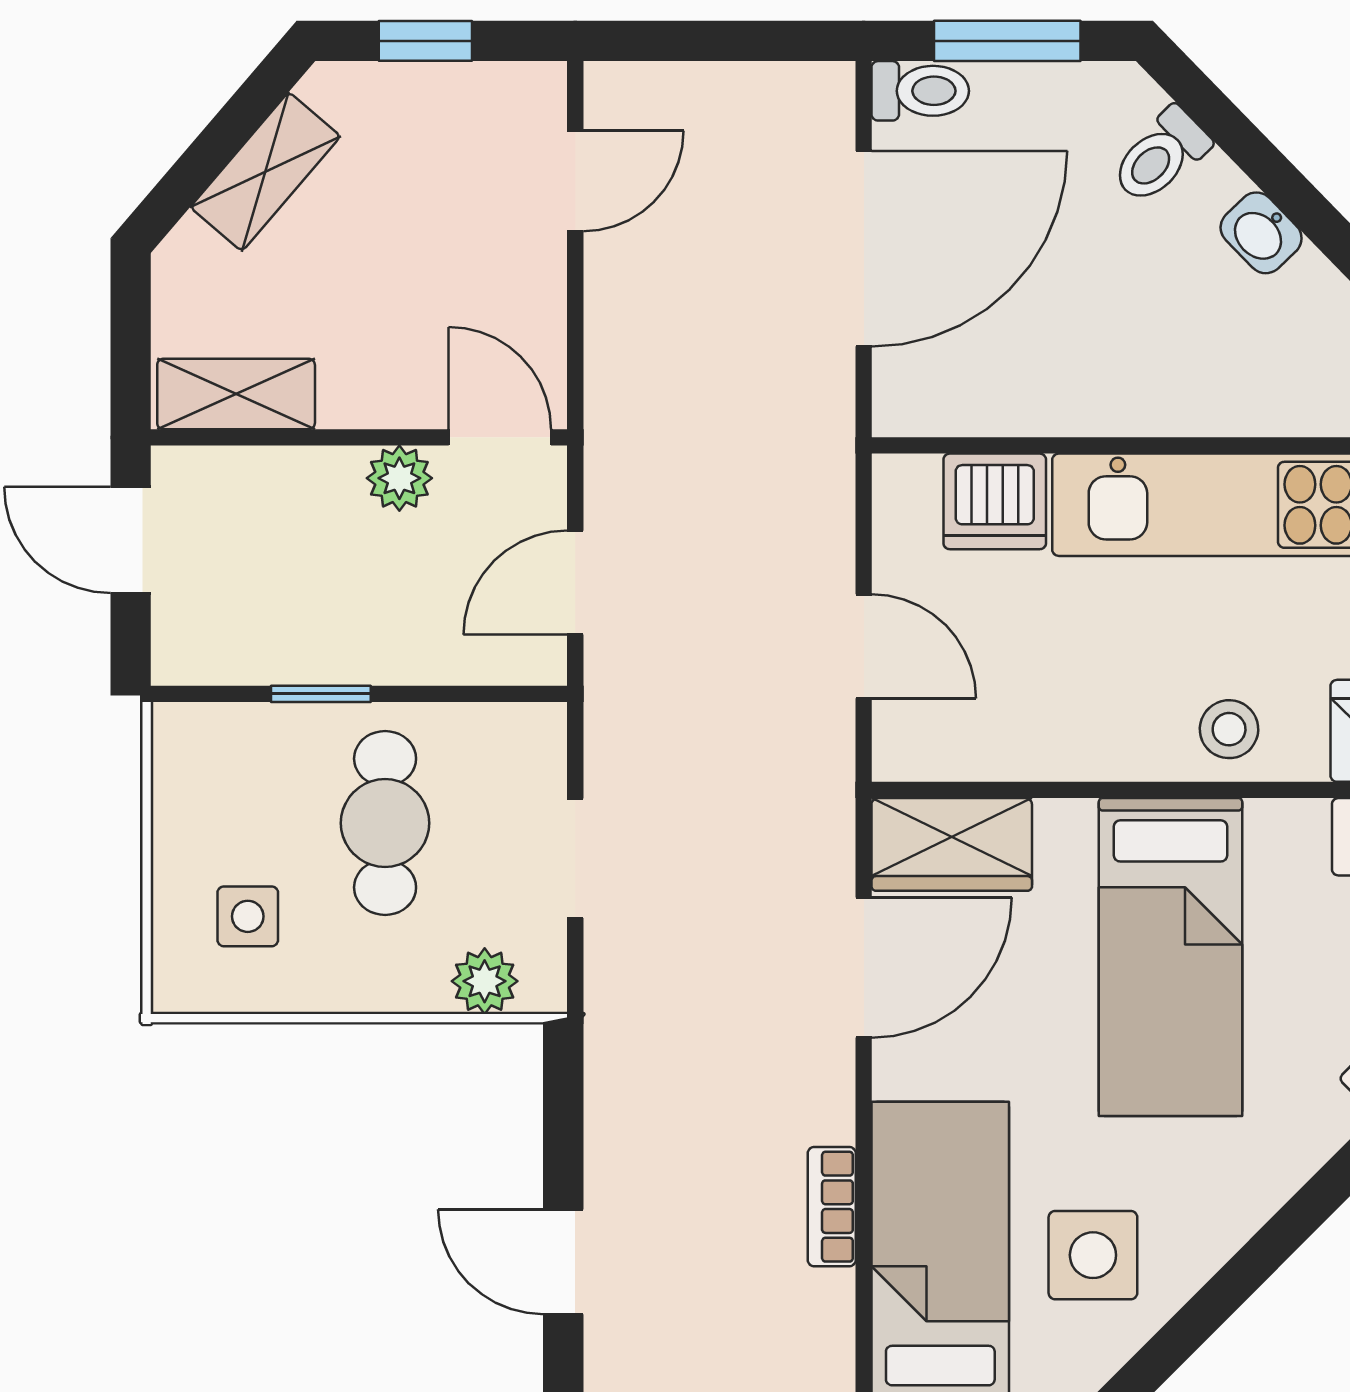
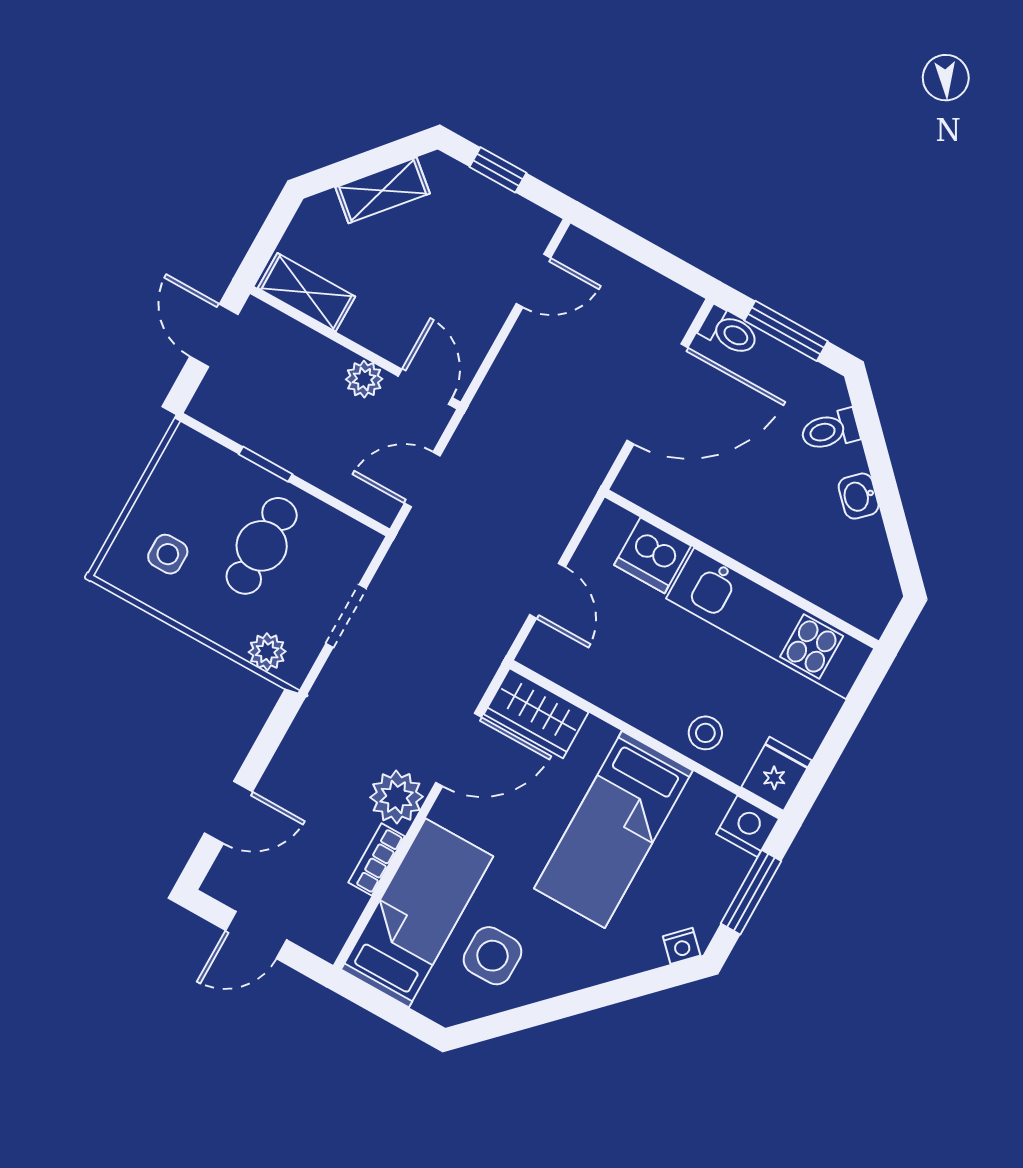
plant: (809, 1094) -> (396, 797), added
door: (563, 1262) -> (228, 812), swing flipped

